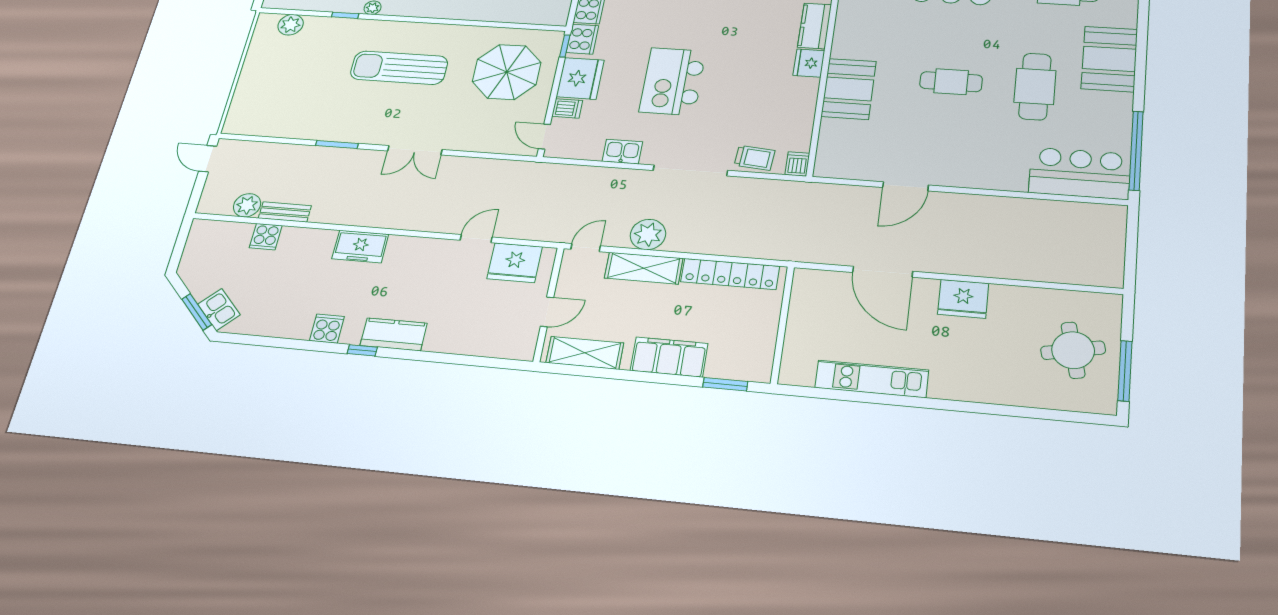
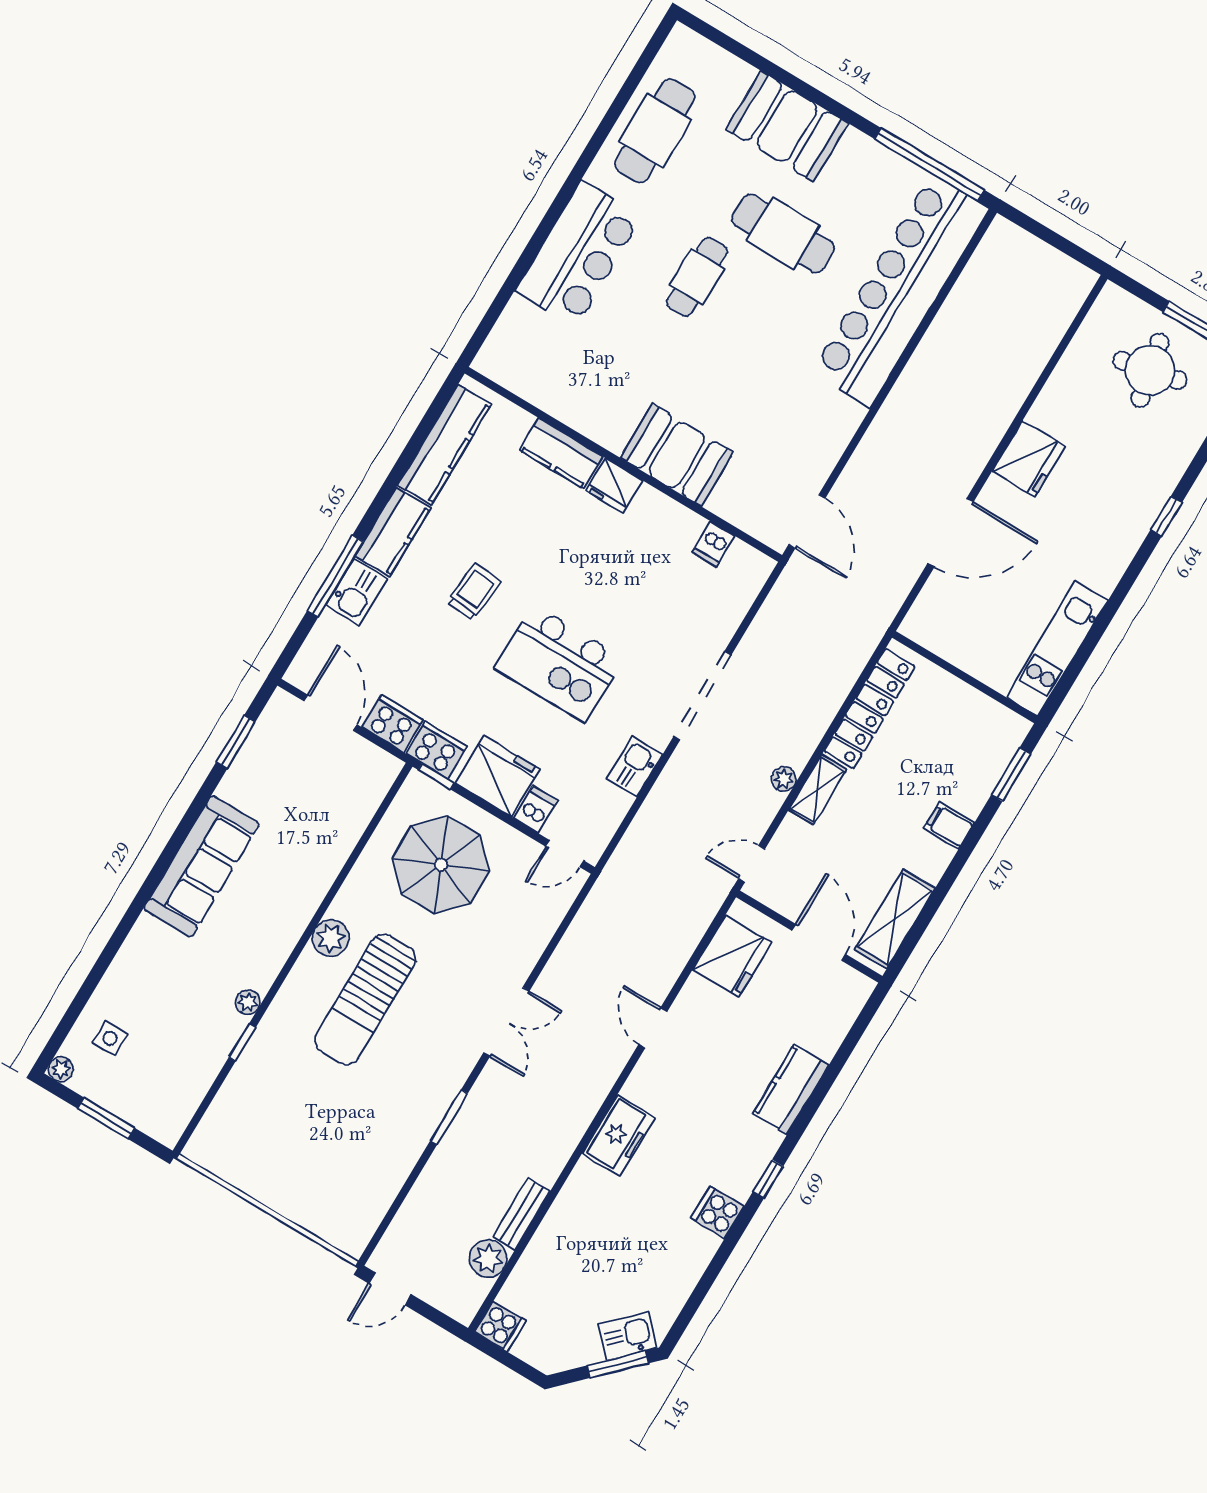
plant: (291, 25) -> (331, 938), moved
cafe table: (951, 82) -> (697, 277), moved
trolley: (755, 158) -> (474, 592), moved
dishwasher: (797, 164) -> (713, 544), moved, turned -90
bar counter: (1080, 173) -> (901, 291), width x1.86
door: (905, 186) -> (807, 521), moved
plant: (648, 235) -> (784, 779), width x0.53, depth x0.53
cooker: (266, 237) -> (500, 1326), moved
door: (476, 239) -> (653, 1028), moved
door: (586, 248) -> (752, 864), hinge flipped
shelving: (644, 268) -> (817, 790), width x0.67, depth x0.75
door: (547, 312) -> (819, 942), width x1.38
kitchen counter: (394, 334) -> (791, 1089), moved
filing cabinet: (669, 357) -> (949, 826), width x0.33, depth x0.86
kitchen unit: (872, 379) -> (1057, 649), moved
window: (971, 407) -> (1166, 516), added

